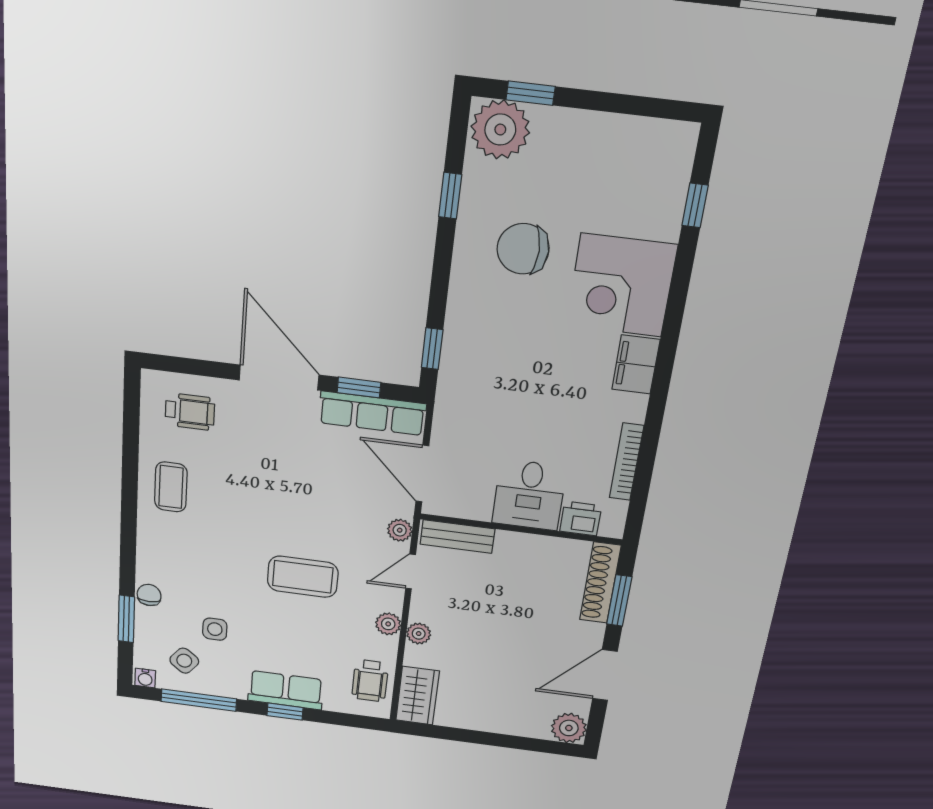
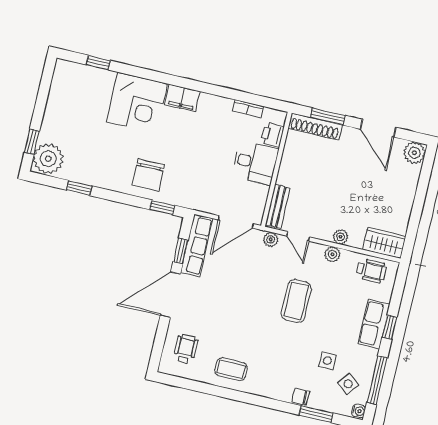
chair: (523, 249) -> (148, 175), moved
bookcase: (626, 462) -> (248, 109), width x0.64

